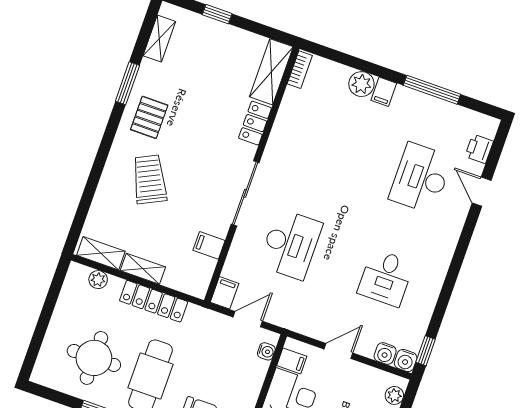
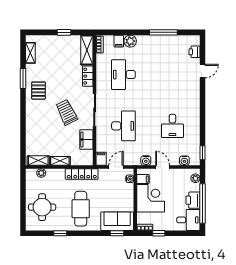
window: (217, 14) -> (64, 32), moved
filing cabinet: (384, 92) -> (119, 41), moved
desk: (421, 178) -> (123, 75), moved
trolley: (149, 179) -> (67, 112), moved
door: (482, 192) -> (202, 71), swing flipped
filing cabinet: (209, 245) -> (86, 139), width x2.00
locker: (154, 301) -> (82, 174), moved
door: (338, 351) -> (163, 167), hinge flipped
round table: (94, 358) -> (42, 207), moved
water cooler: (406, 361) -> (146, 160), moved

